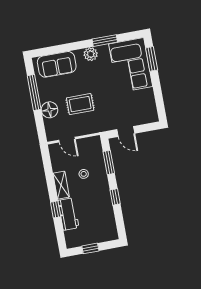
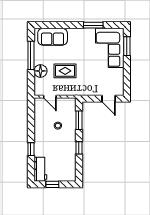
plant: (91, 54) -> (80, 34), removed
door: (126, 131) -> (109, 99), moved
shelving: (61, 185) -> (39, 131), removed
workbench: (68, 214) -> (40, 169), moved

